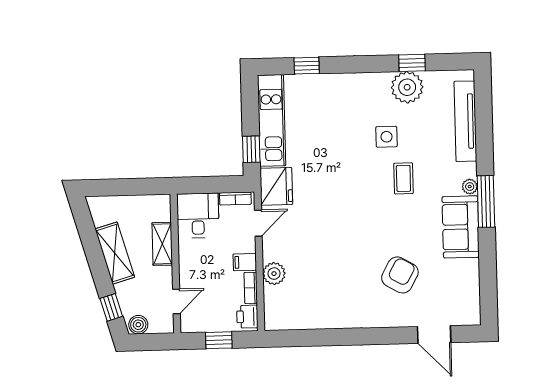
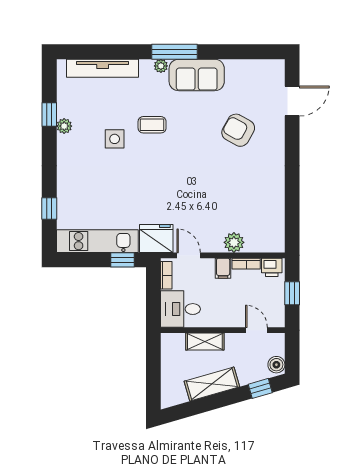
plant: (407, 87) -> (64, 126), width x0.53, depth x0.53

